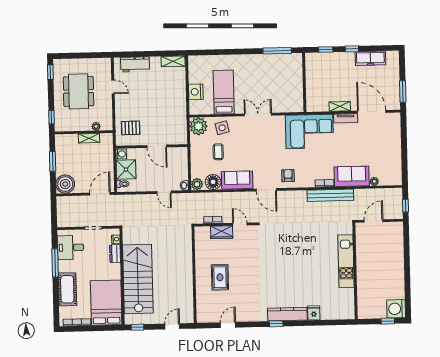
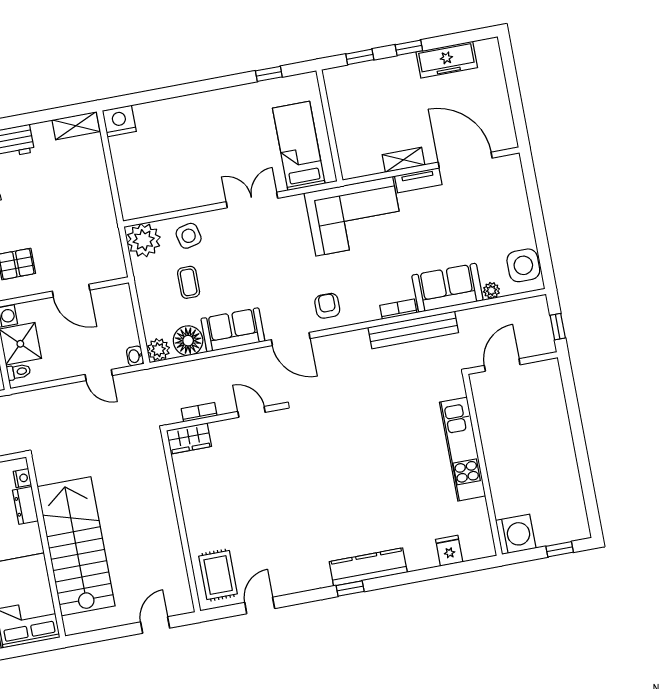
window: (277, 51) -> (269, 74), width x0.46
nightstand: (196, 92) -> (119, 121), moved, turned 90
bed: (224, 92) -> (299, 146), moved
window: (403, 92) -> (518, 113), removed
side table: (393, 171) -> (523, 265), added
wardrobe: (222, 232) -> (189, 438), moved
rug: (220, 277) -> (218, 575), moved
washing machine: (396, 309) -> (516, 534), moved, turned 180
fridge: (314, 313) -> (449, 551), moved
window: (137, 327) -> (90, 637), removed

